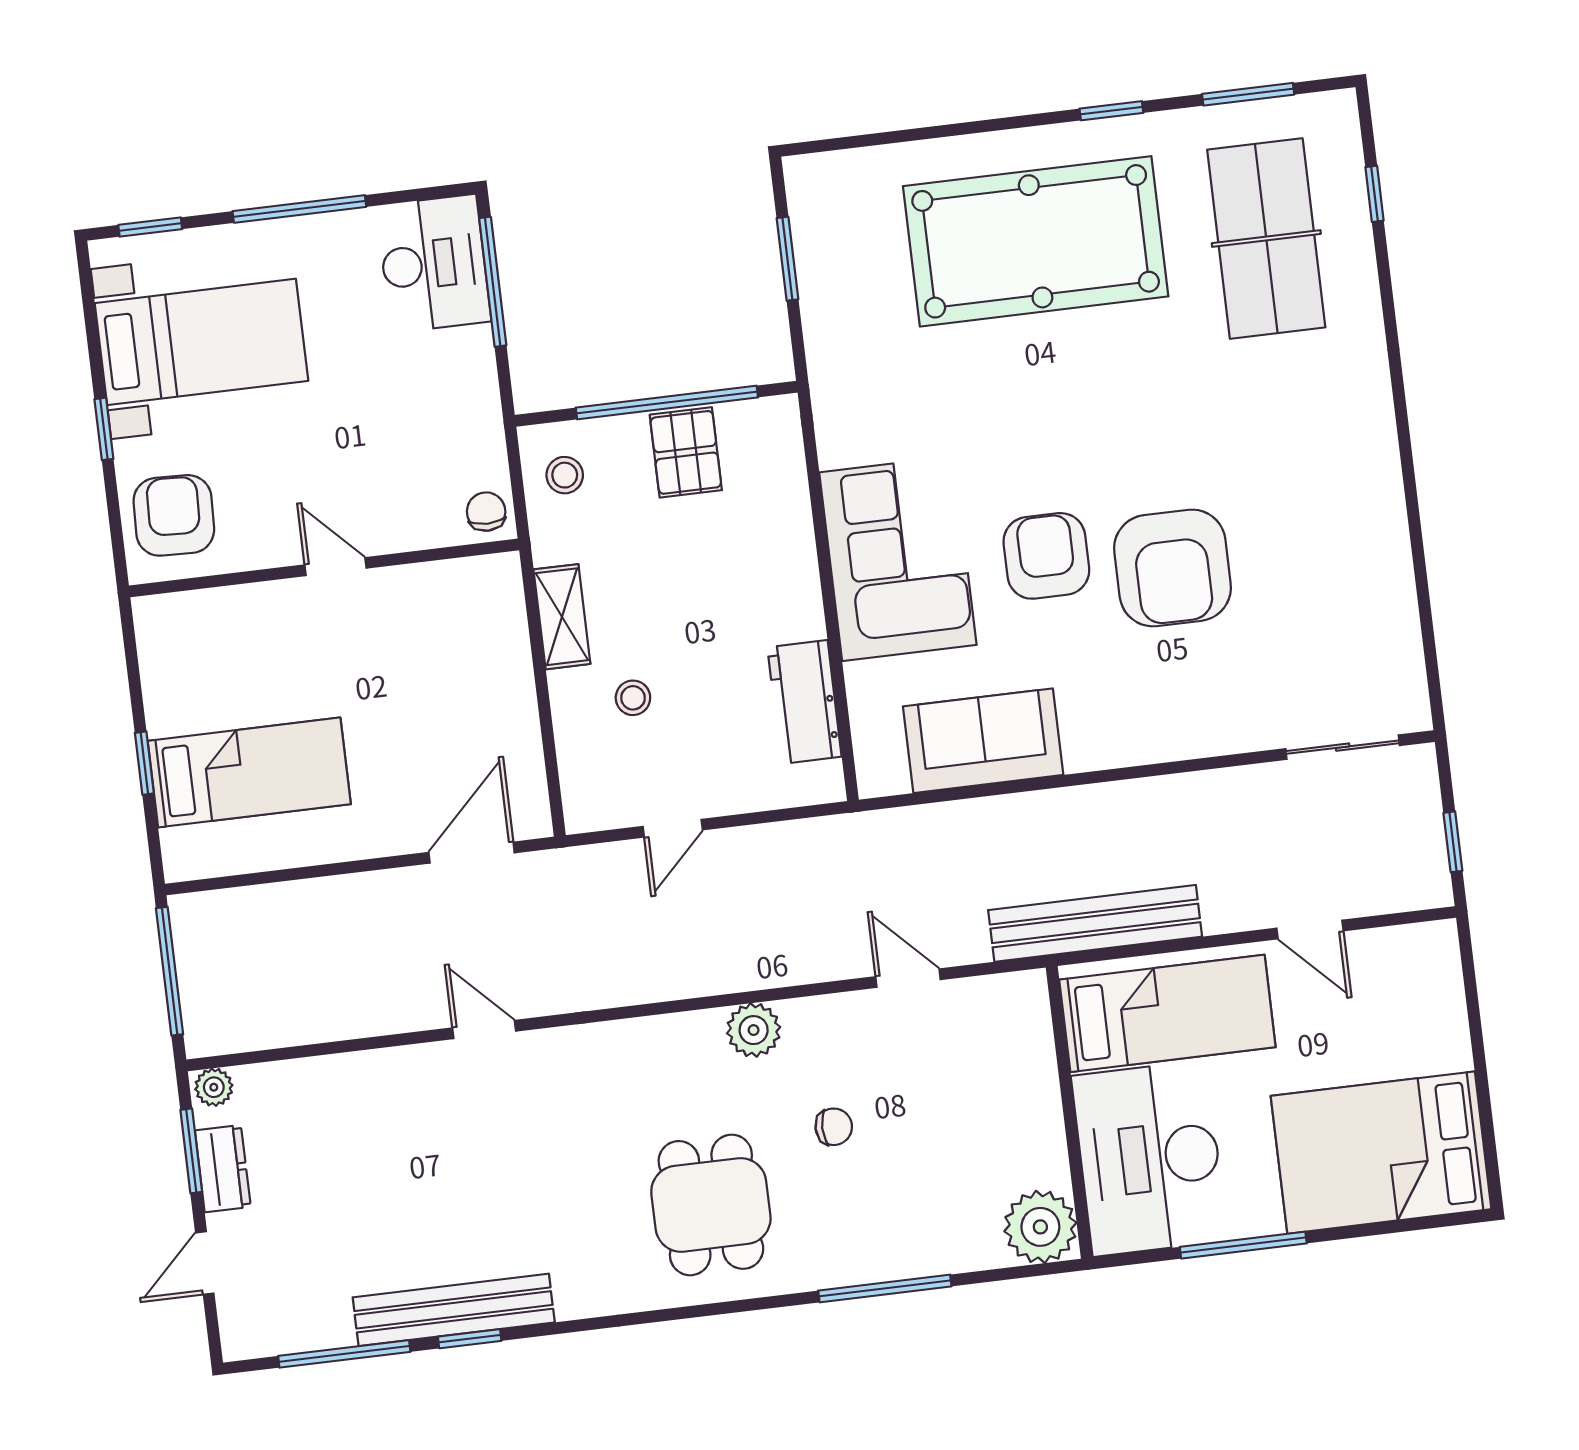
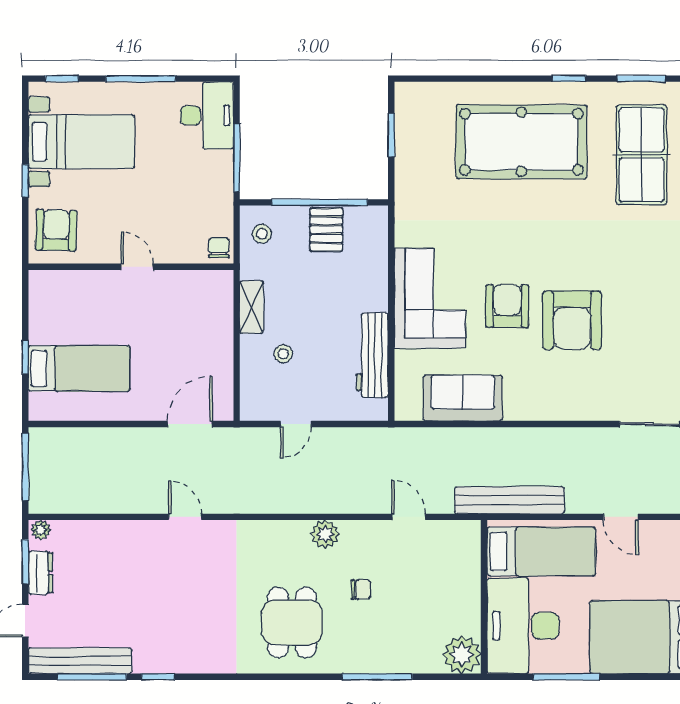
window: (493, 282) -> (237, 158), moved
workbench: (804, 702) -> (372, 355), width x1.38
bench: (454, 1310) -> (80, 661), moved

